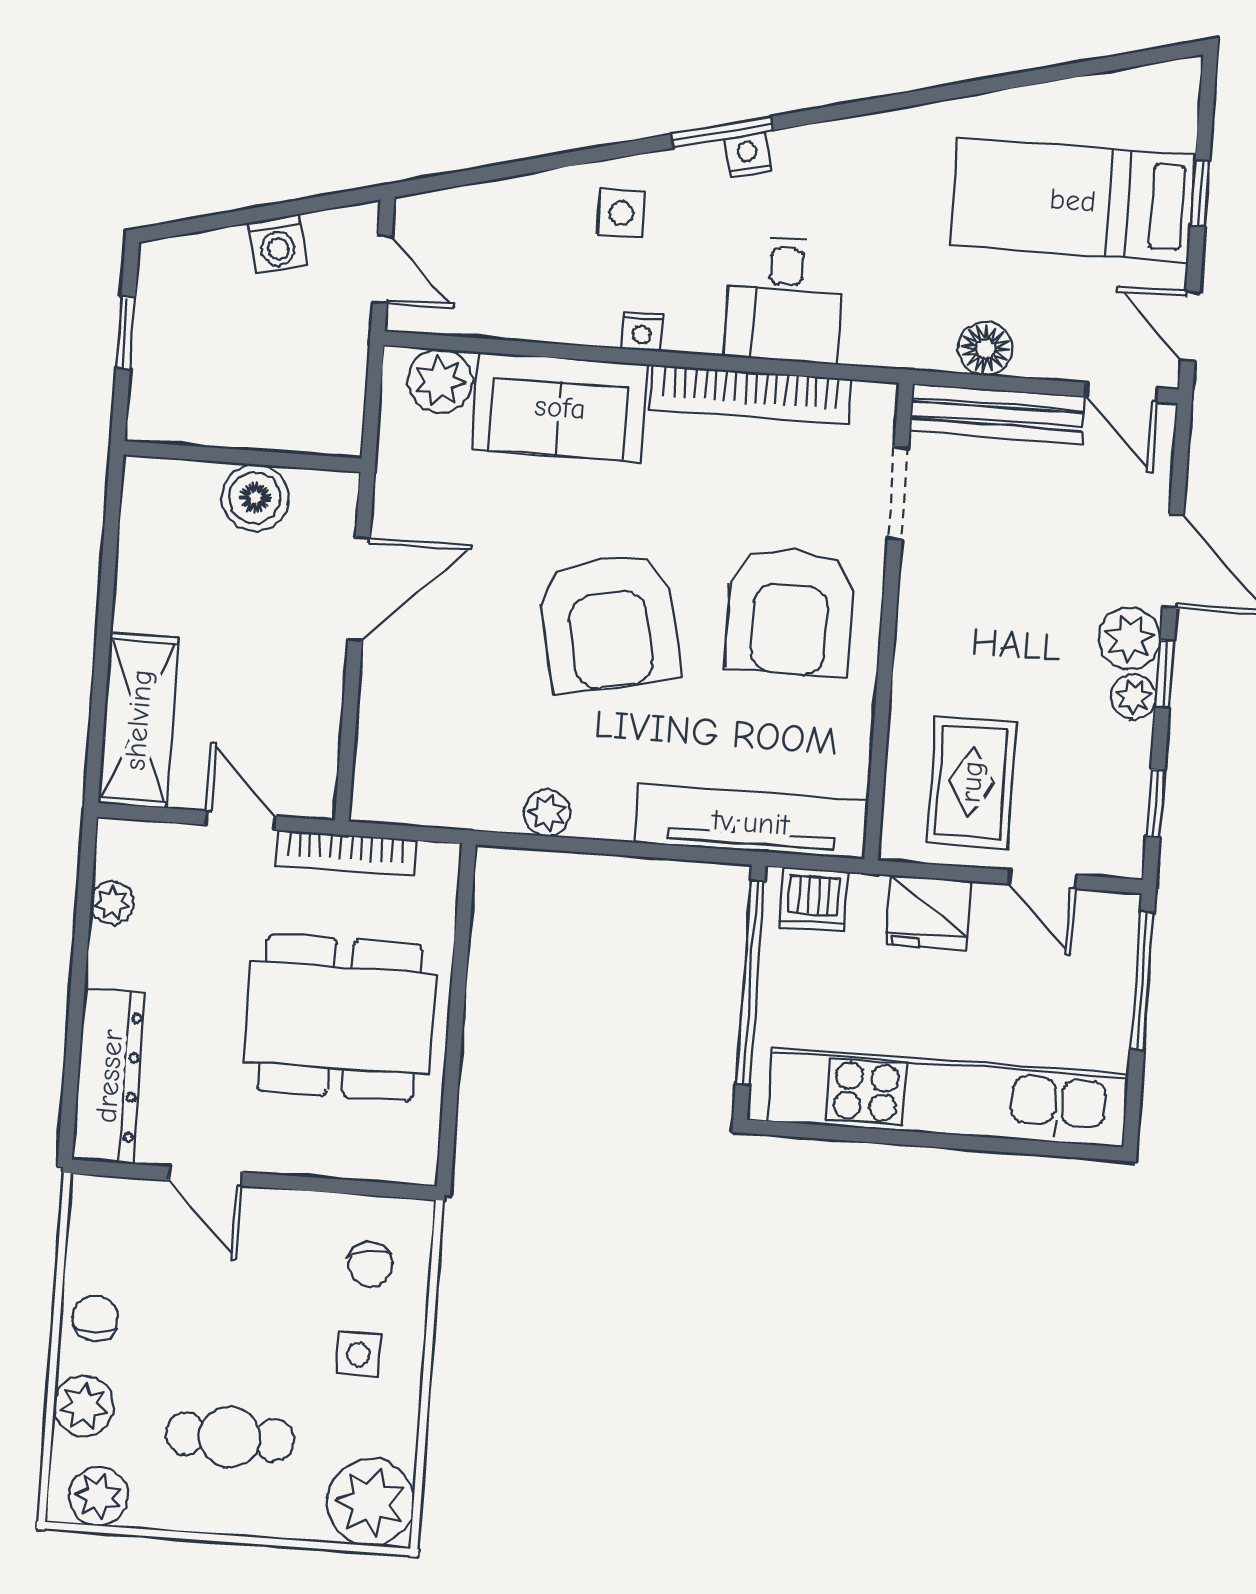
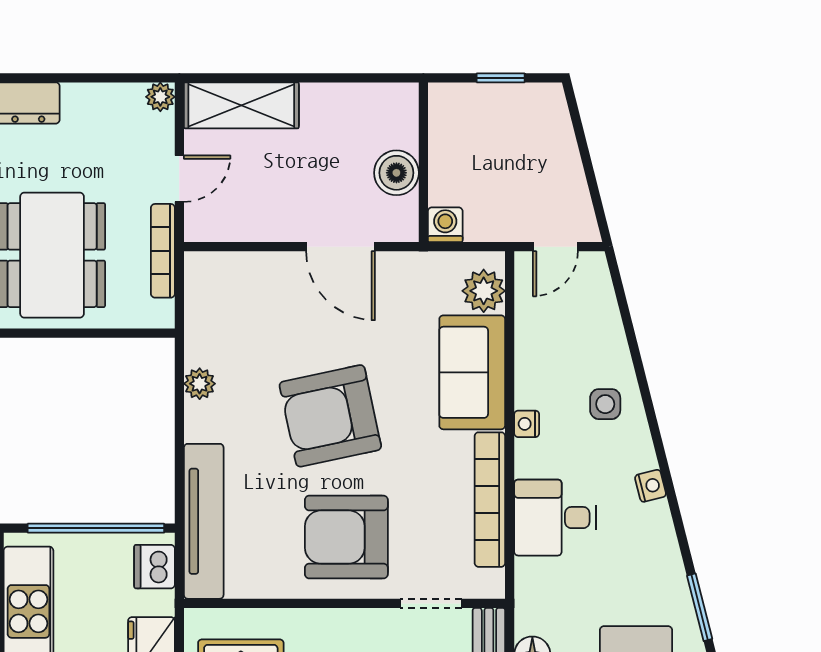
window: (722, 132) -> (700, 607), moved
washing machine: (277, 244) -> (445, 225), moved, turned 104
plant: (112, 903) -> (160, 97), moved

